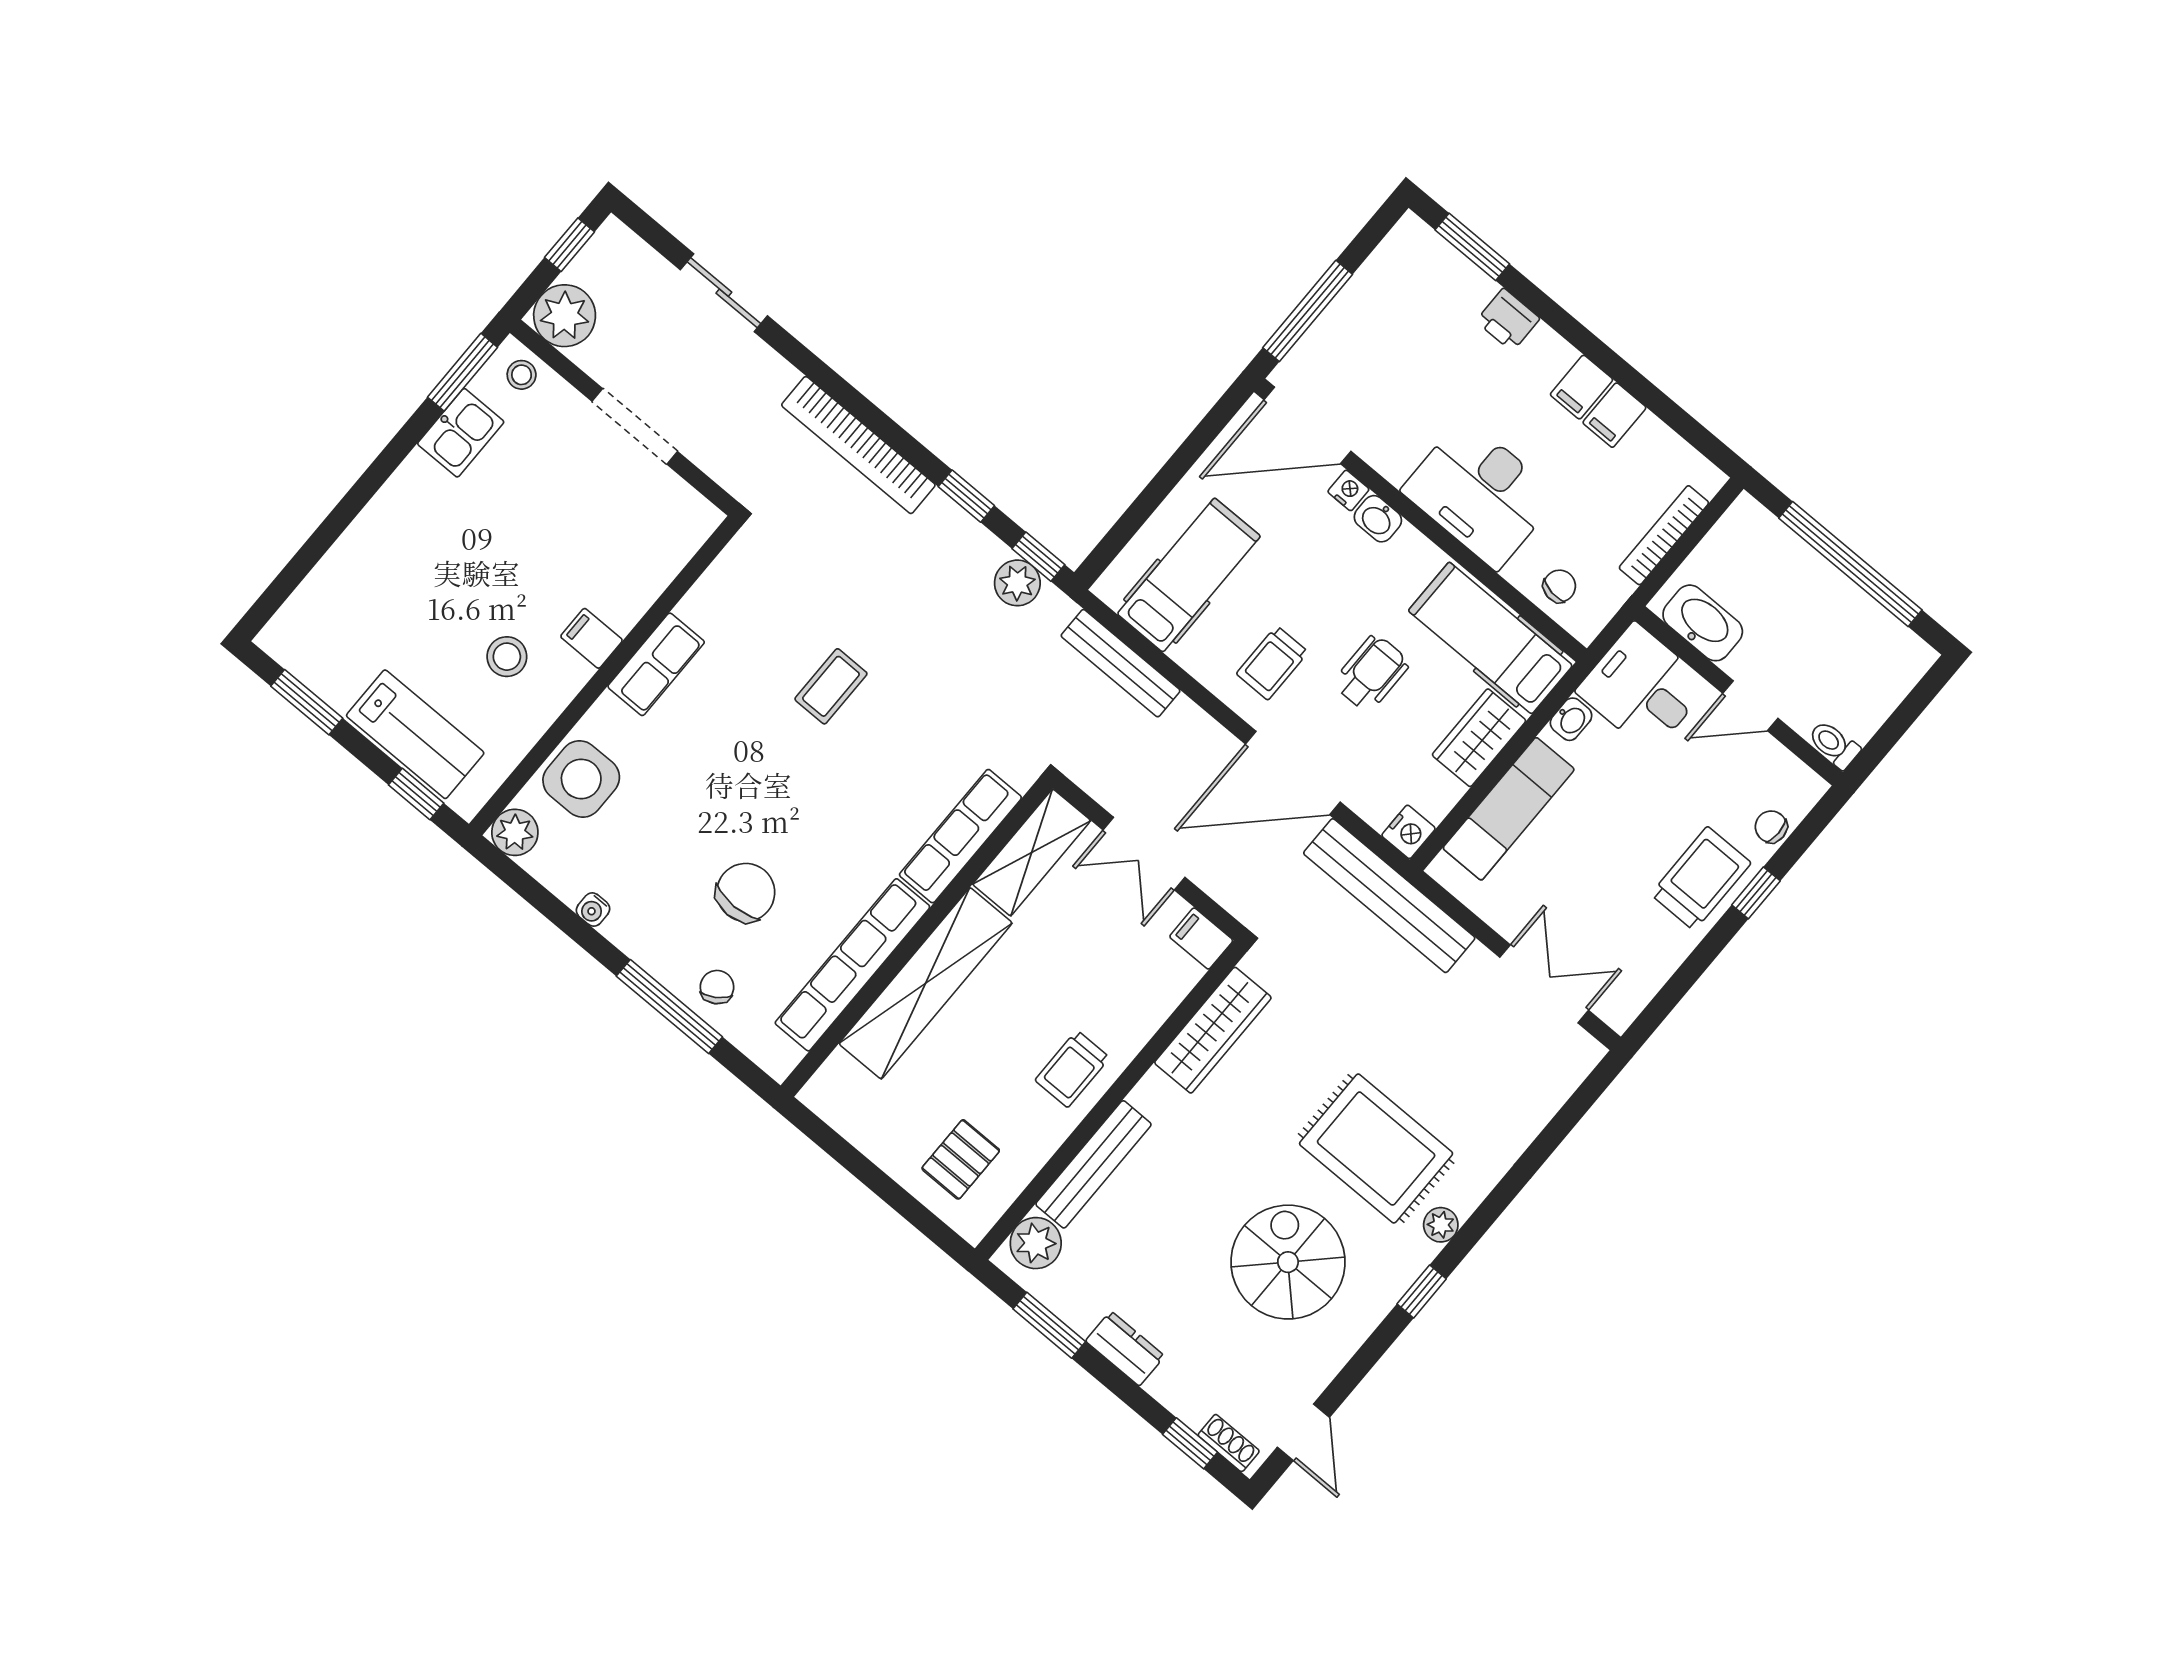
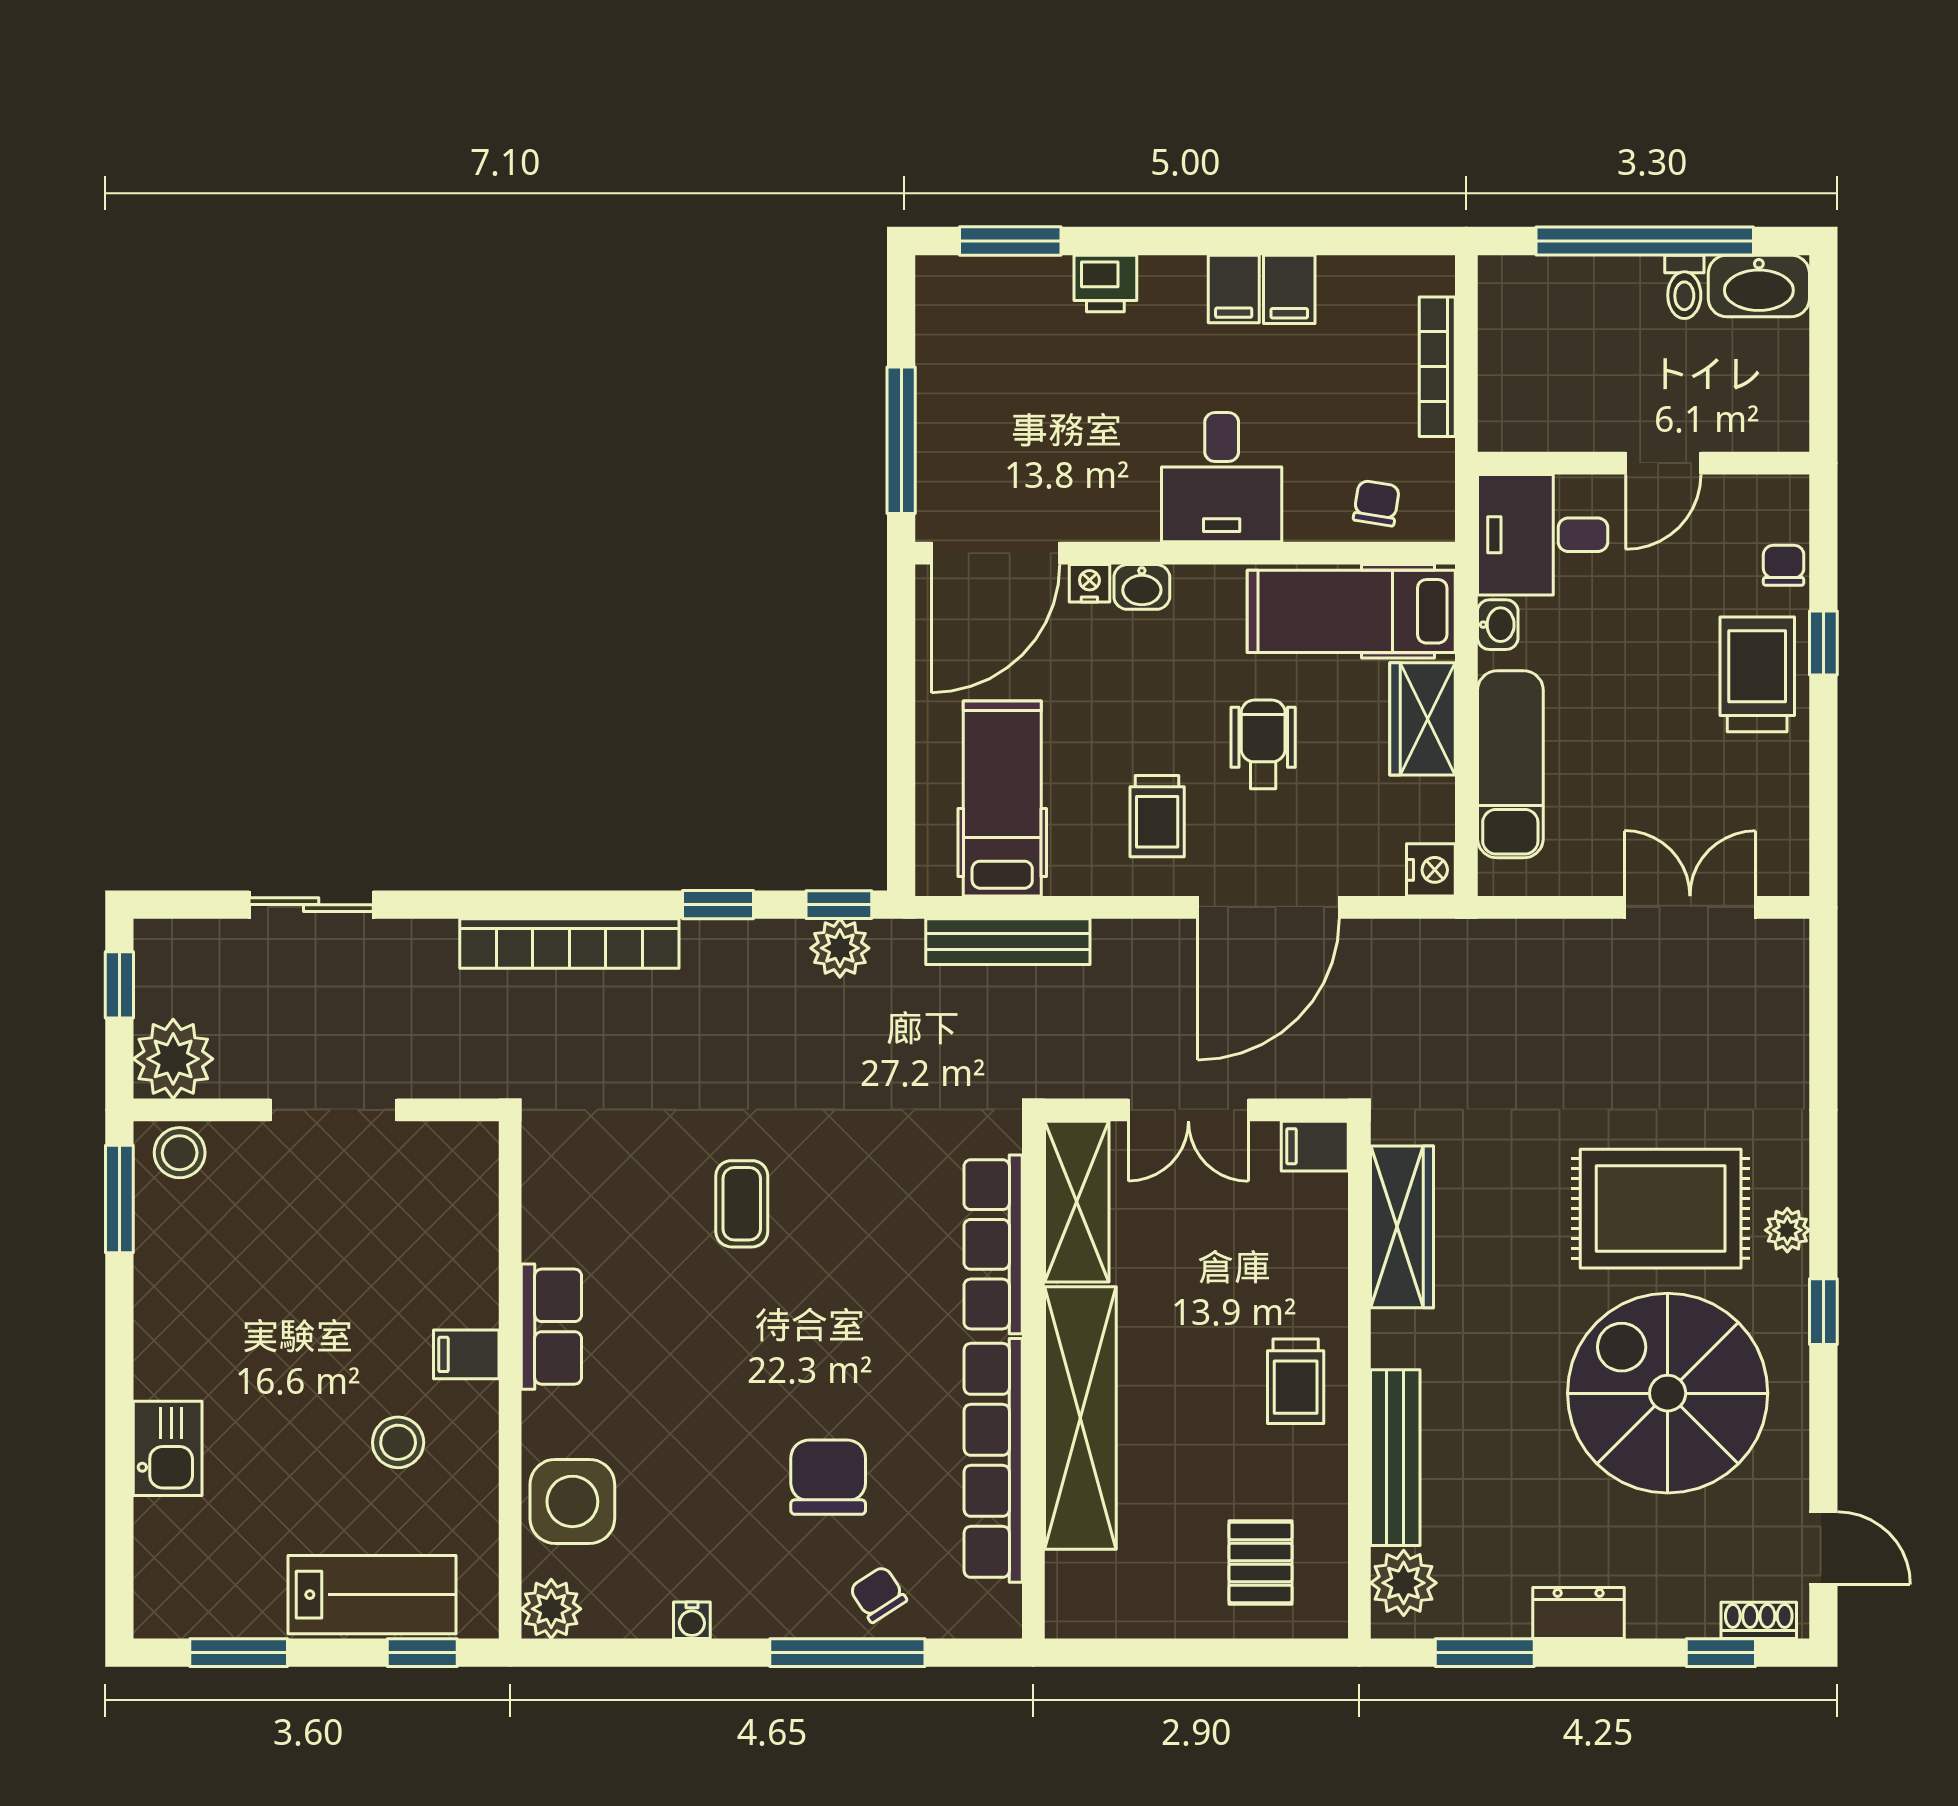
stool: (522, 375) -> (180, 1153), width x1.37, depth x1.37
kitchen sink: (461, 433) -> (168, 1448), moved
desk: (1480, 493) -> (1222, 477), width x0.73
washbasin: (1703, 623) -> (1759, 286), moved, turned 180
toilet: (1834, 745) -> (1684, 287), moved, turned -90
chair: (1771, 827) -> (1784, 565), turned 90
bench: (1389, 896) -> (1465, 949), removed
spiral stairs: (1288, 1262) -> (1668, 1393), width x1.37, depth x1.37

